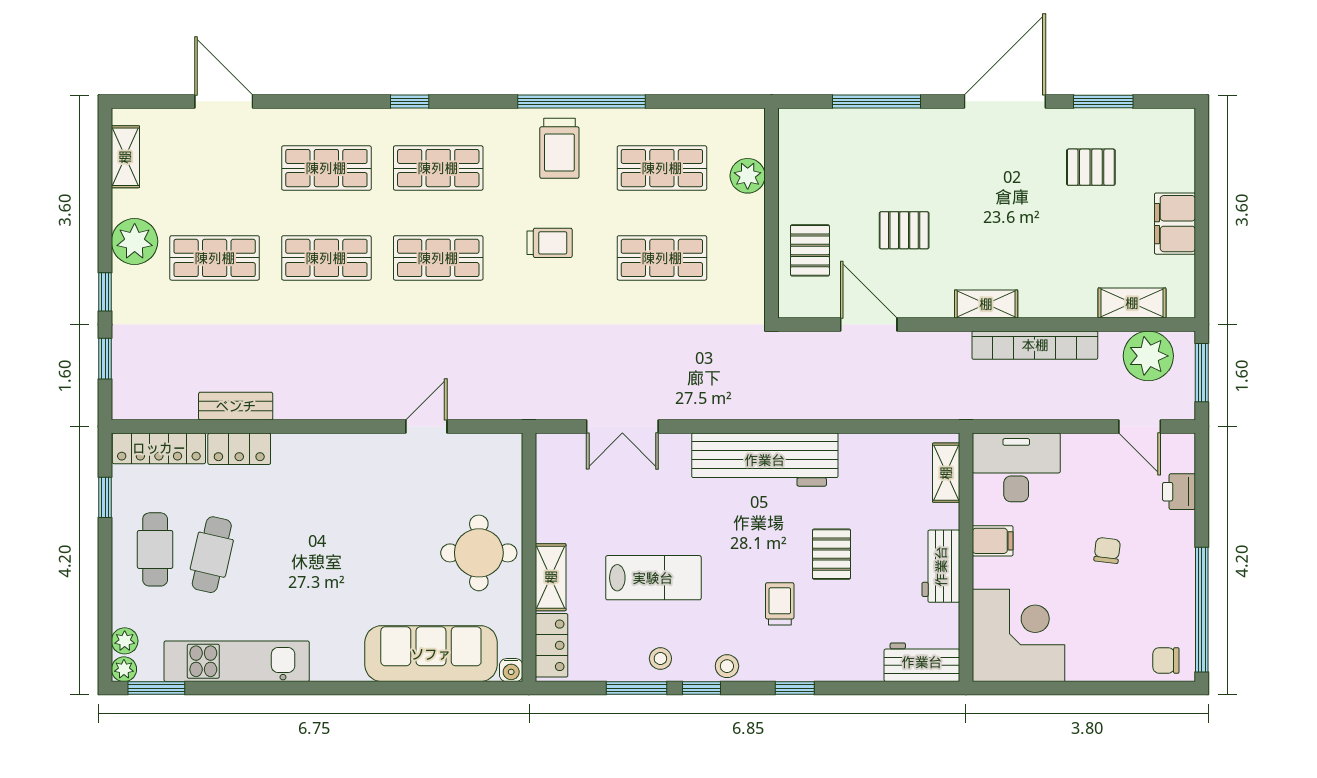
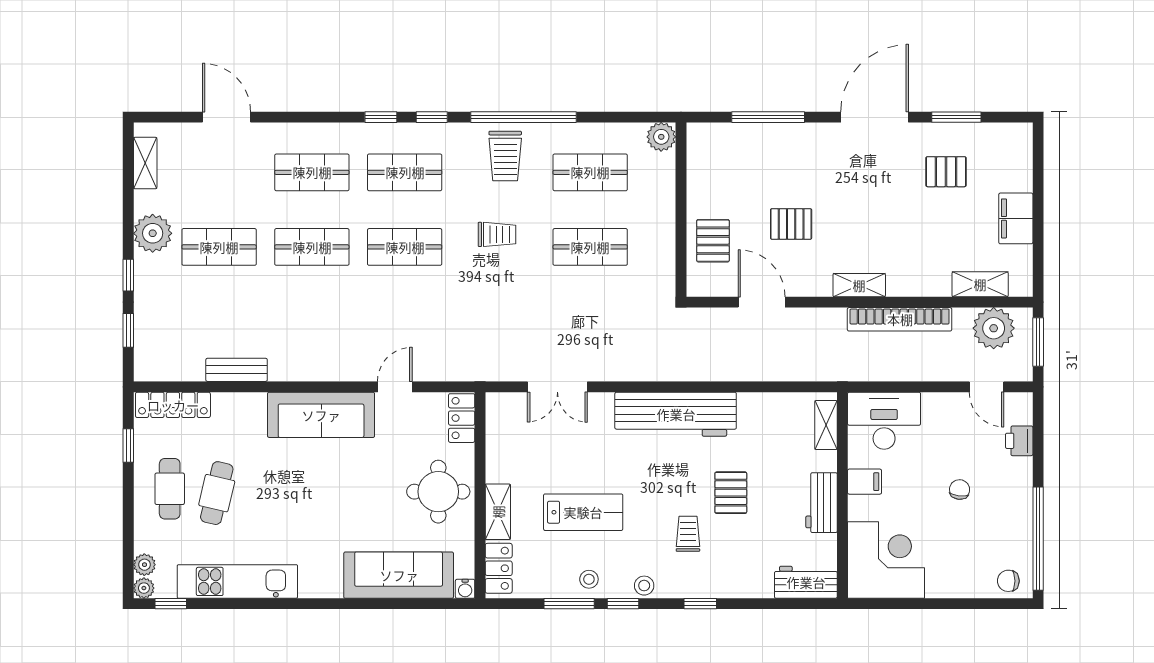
window: (471, 101) -> (432, 117), added
plant: (748, 176) -> (661, 137), moved
locker: (239, 449) -> (462, 418), moved, turned 90
sofa: (337, 460) -> (321, 415), added
window: (156, 688) -> (171, 604), width x0.67

